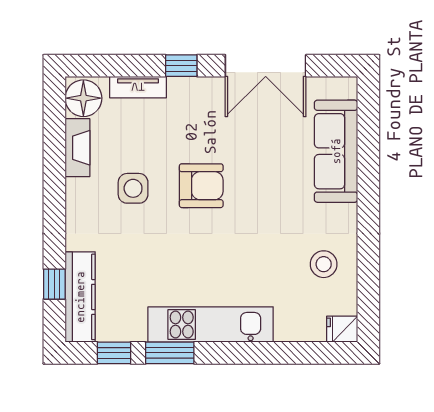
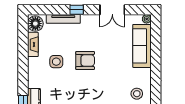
double door: (266, 66) -> (112, 10), width x0.73
tv unit: (138, 87) -> (63, 19), width x1.41
plant: (347, 87) -> (147, 19), added

